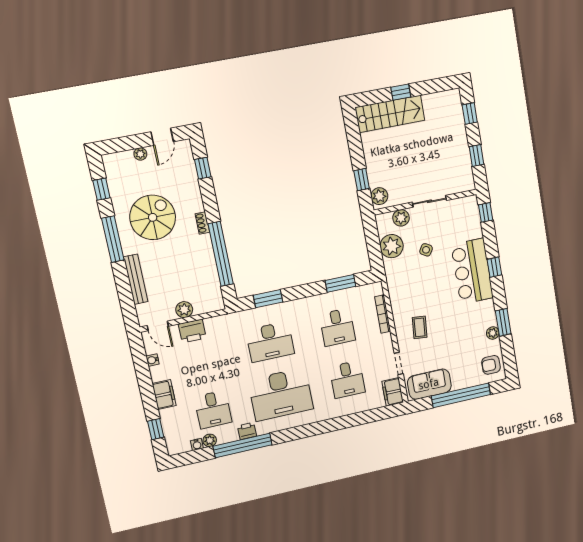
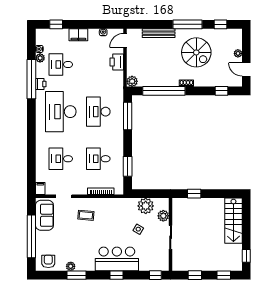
window: (401, 92) -> (246, 256), moved
plant: (379, 196) -> (181, 204), removed
window: (268, 299) -> (128, 116), width x1.44
plant: (184, 310) -> (132, 81), moved
filing cabinet: (393, 392) -> (40, 189), width x0.50

